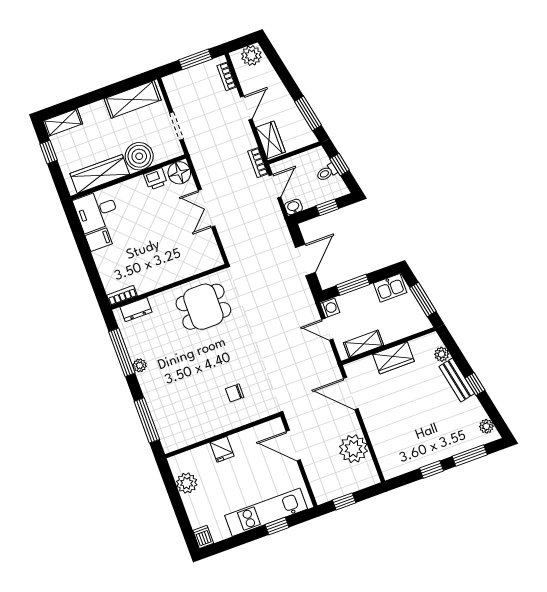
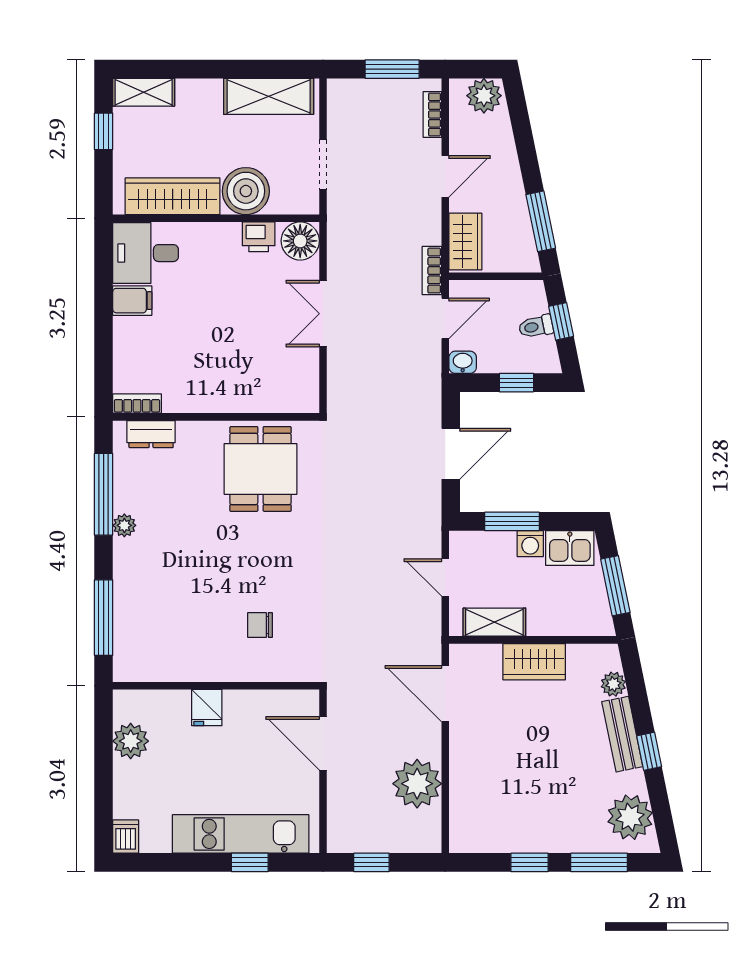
dining table: (203, 307) -> (260, 469), turned 90
washing machine: (330, 308) -> (530, 544), moved, turned 90
plant: (486, 426) -> (630, 817), width x1.87, depth x1.87

